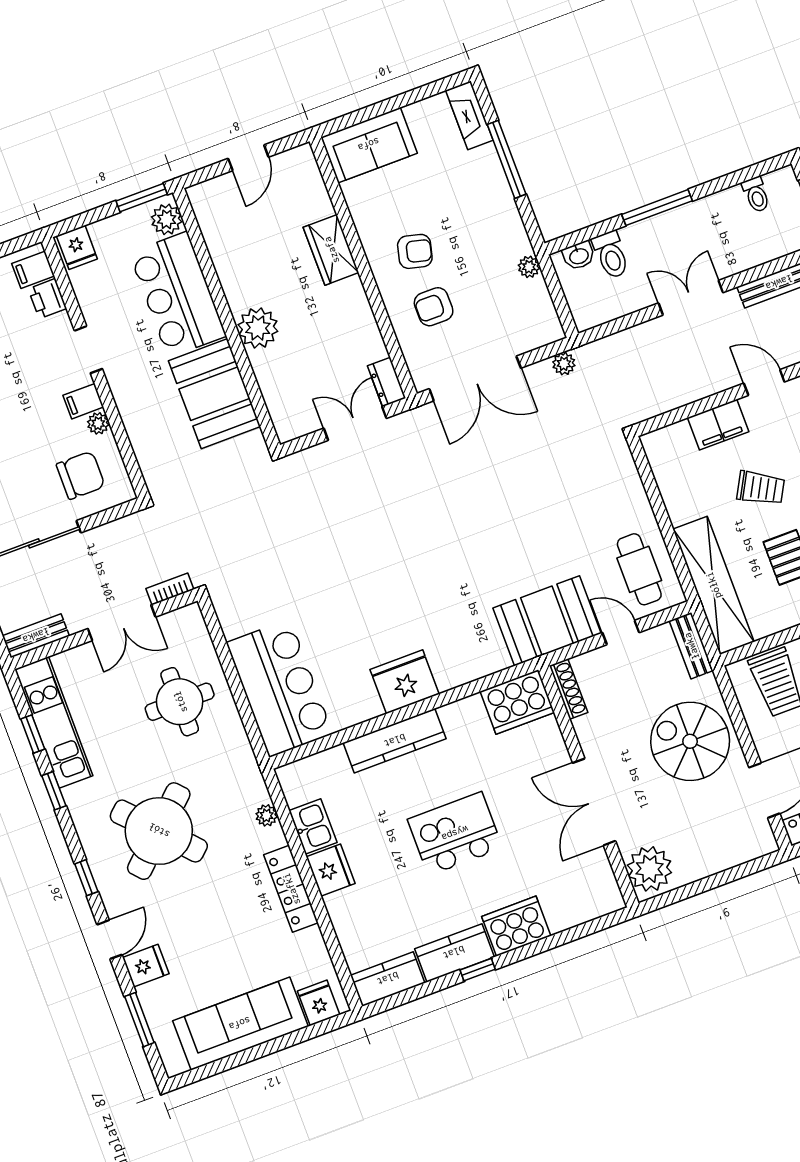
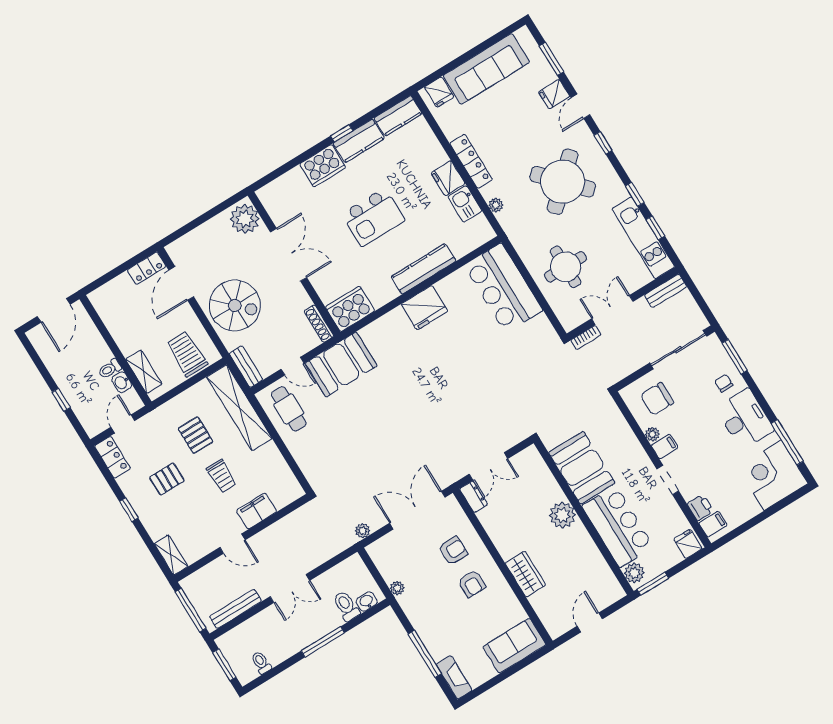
armchair: (415, 251) -> (472, 584), turned -104
trolley: (761, 488) -> (222, 476), turned -119

